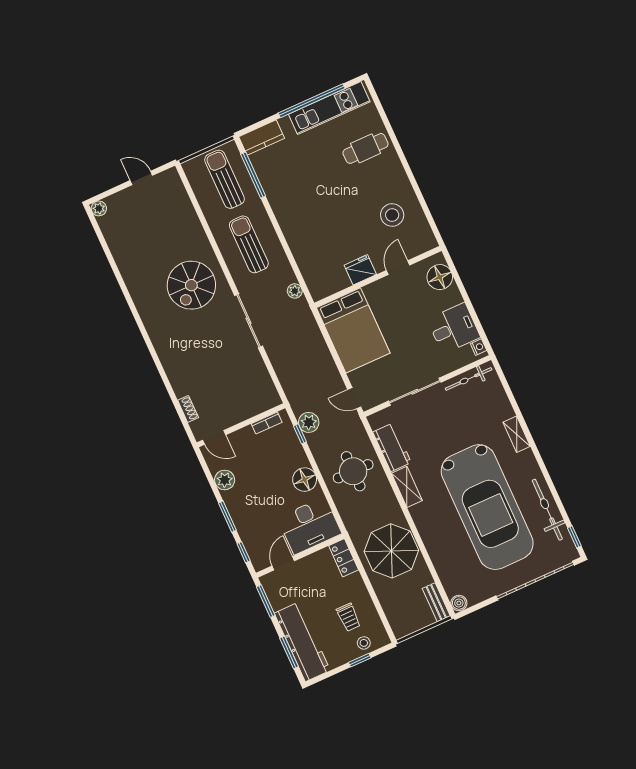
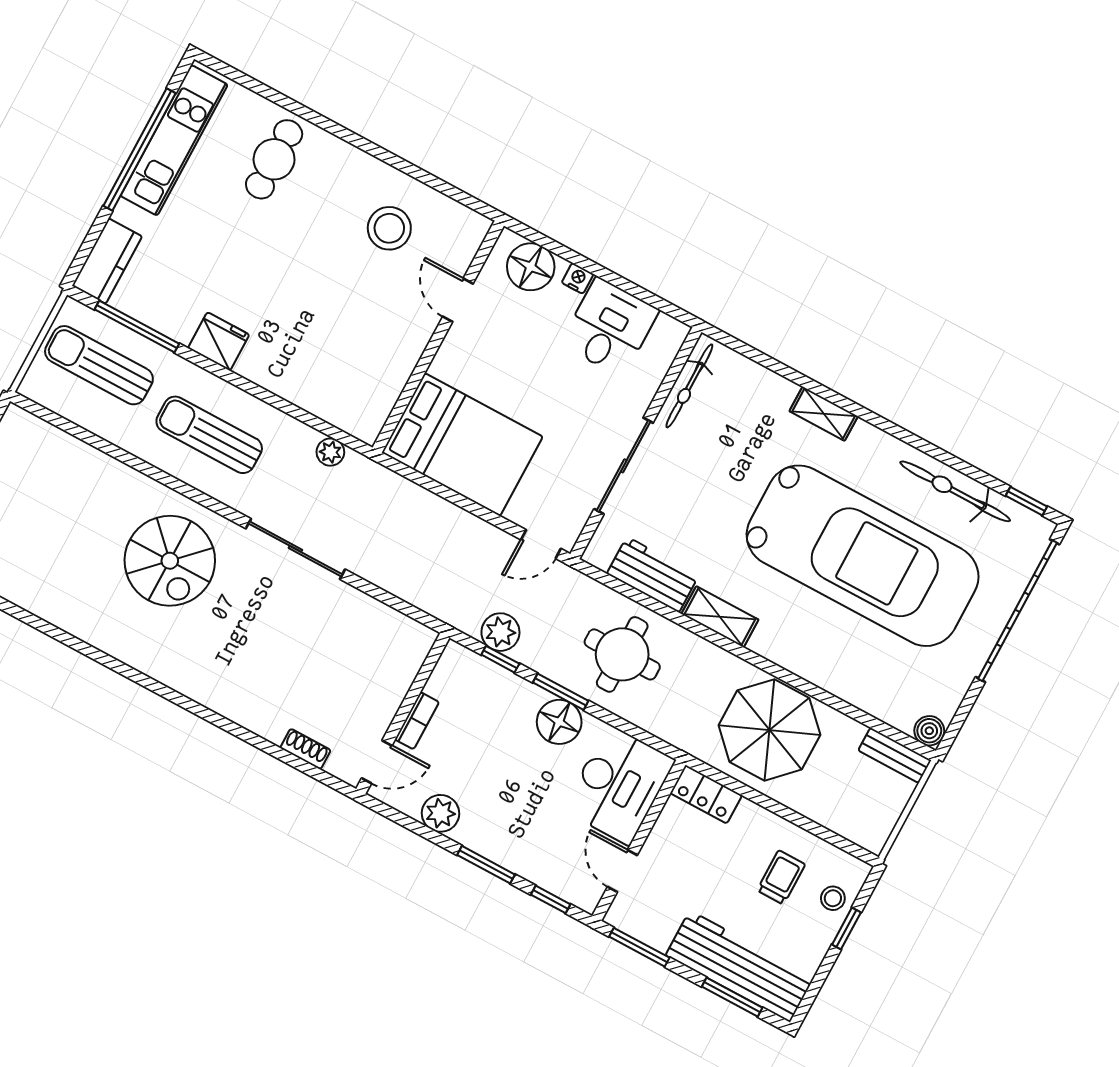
fridge: (360, 270) -> (219, 341), moved, turned 90
nightstand: (479, 347) -> (578, 278), moved
bookcase: (267, 423) -> (417, 721), moved
window: (315, 467) -> (561, 692), added
trolley: (349, 617) -> (781, 877), turned -90

